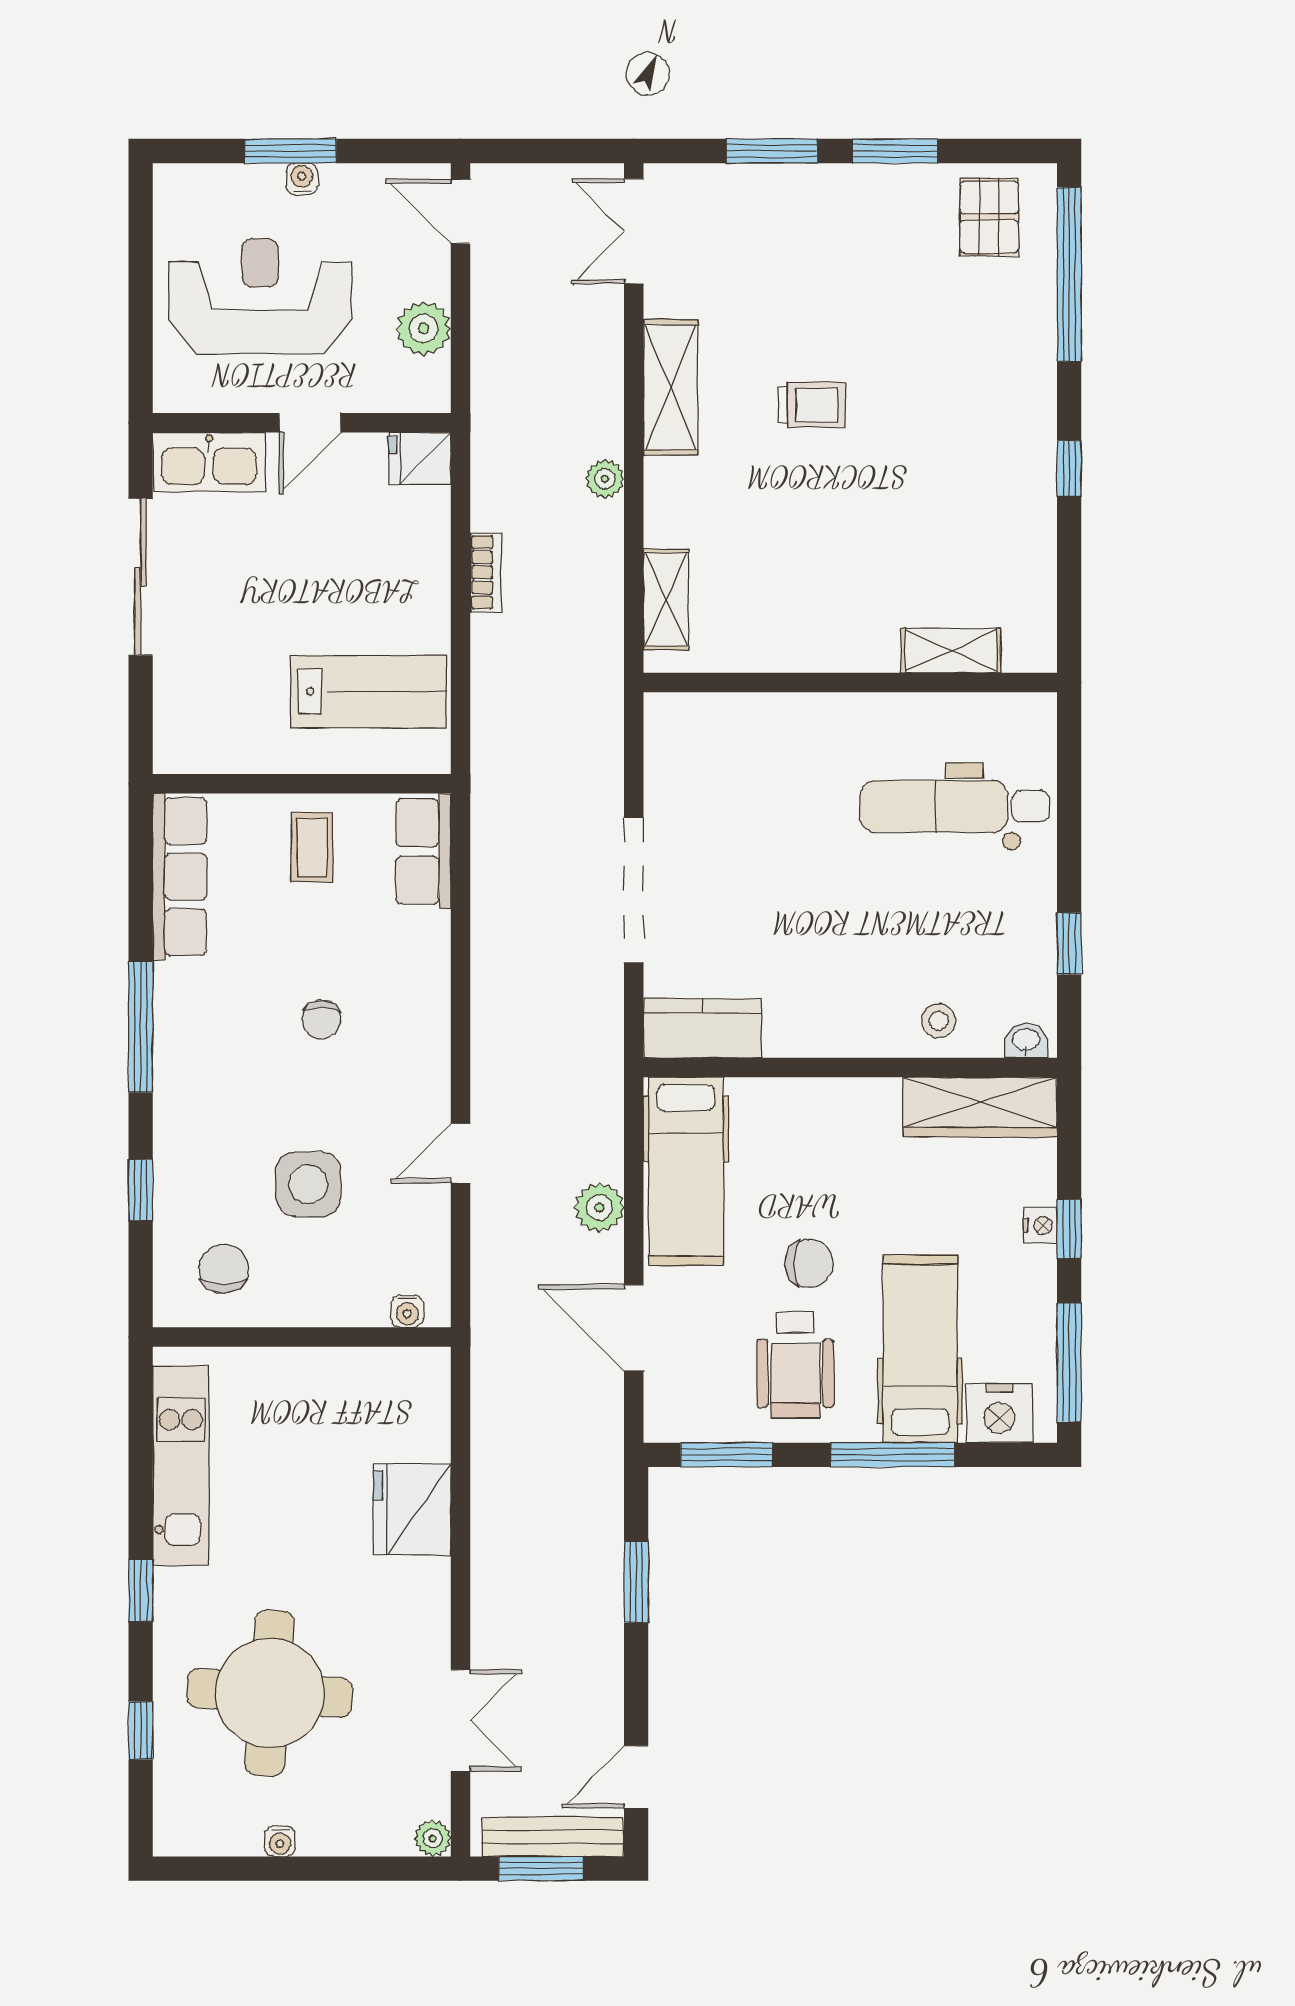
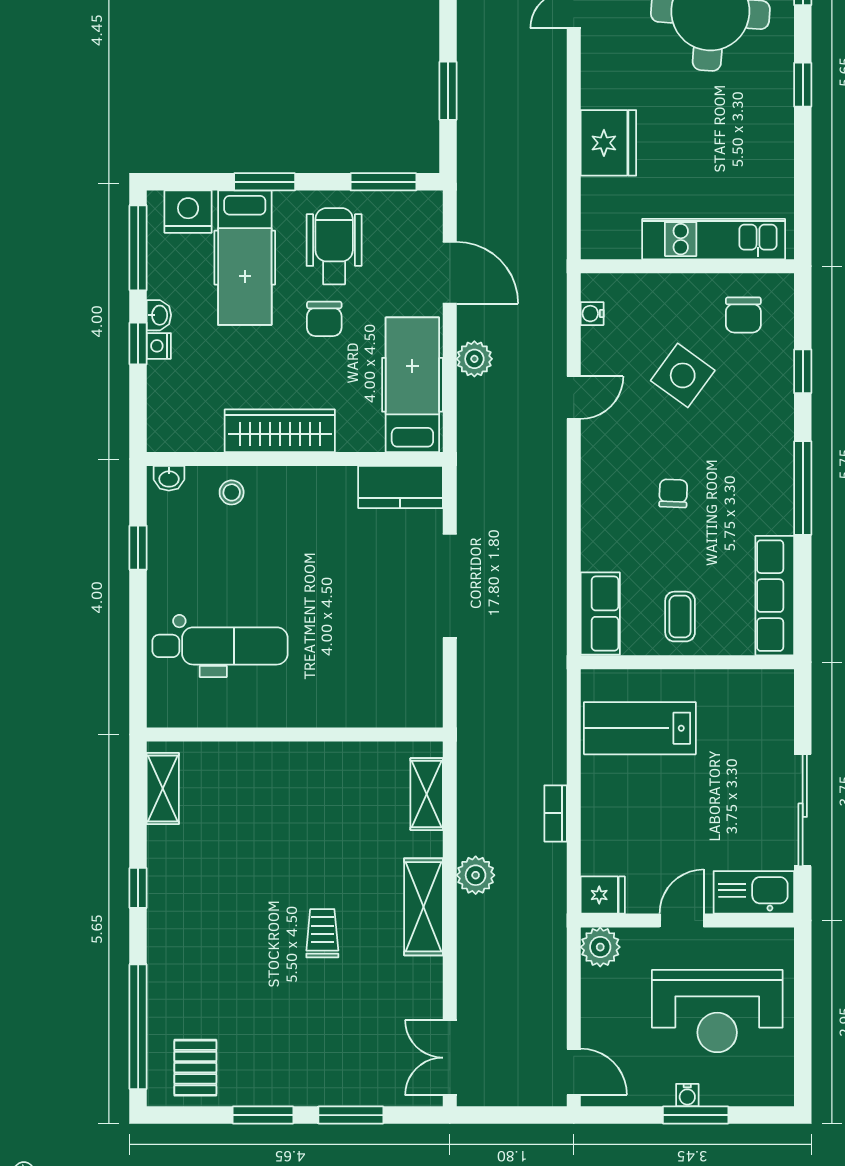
double door: (634, 231) -> (450, 1058), swing flipped
plant: (424, 328) -> (600, 947), moved
shelving: (671, 387) -> (423, 907), moved
trolley: (812, 405) -> (322, 933), turned 90
plant: (605, 479) -> (476, 875), width x1.38, depth x1.38
shelving: (951, 651) -> (163, 789), moved, turned 90
wardrobe: (980, 1107) -> (280, 431), moved
side table: (308, 1184) -> (683, 375), turned 36
chair: (809, 1263) -> (324, 319), turned -90
washbasin: (1040, 1268) -> (159, 315), added
water cooler: (407, 1311) -> (592, 314), moved, turned -90
window: (893, 1455) -> (265, 182), width x0.69
kitchen unit: (181, 1466) -> (714, 239), moved, turned 90

